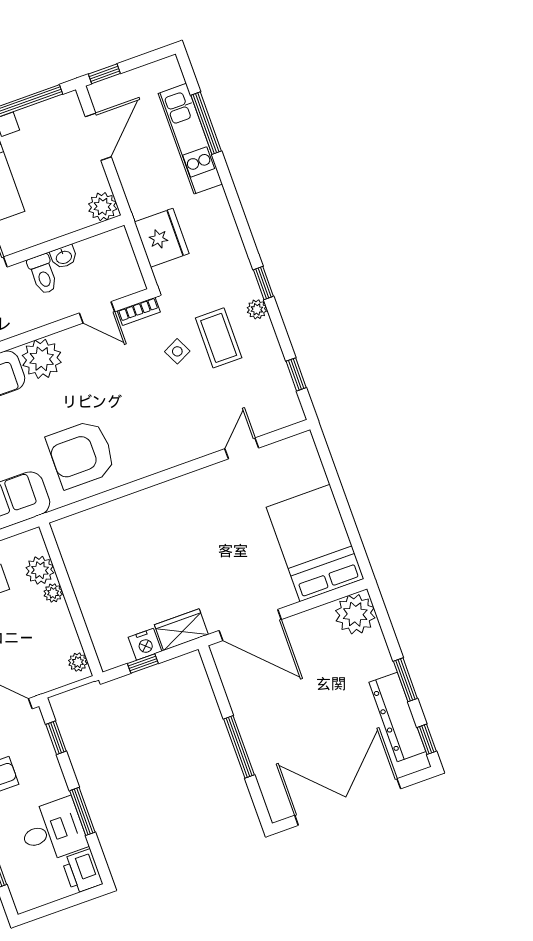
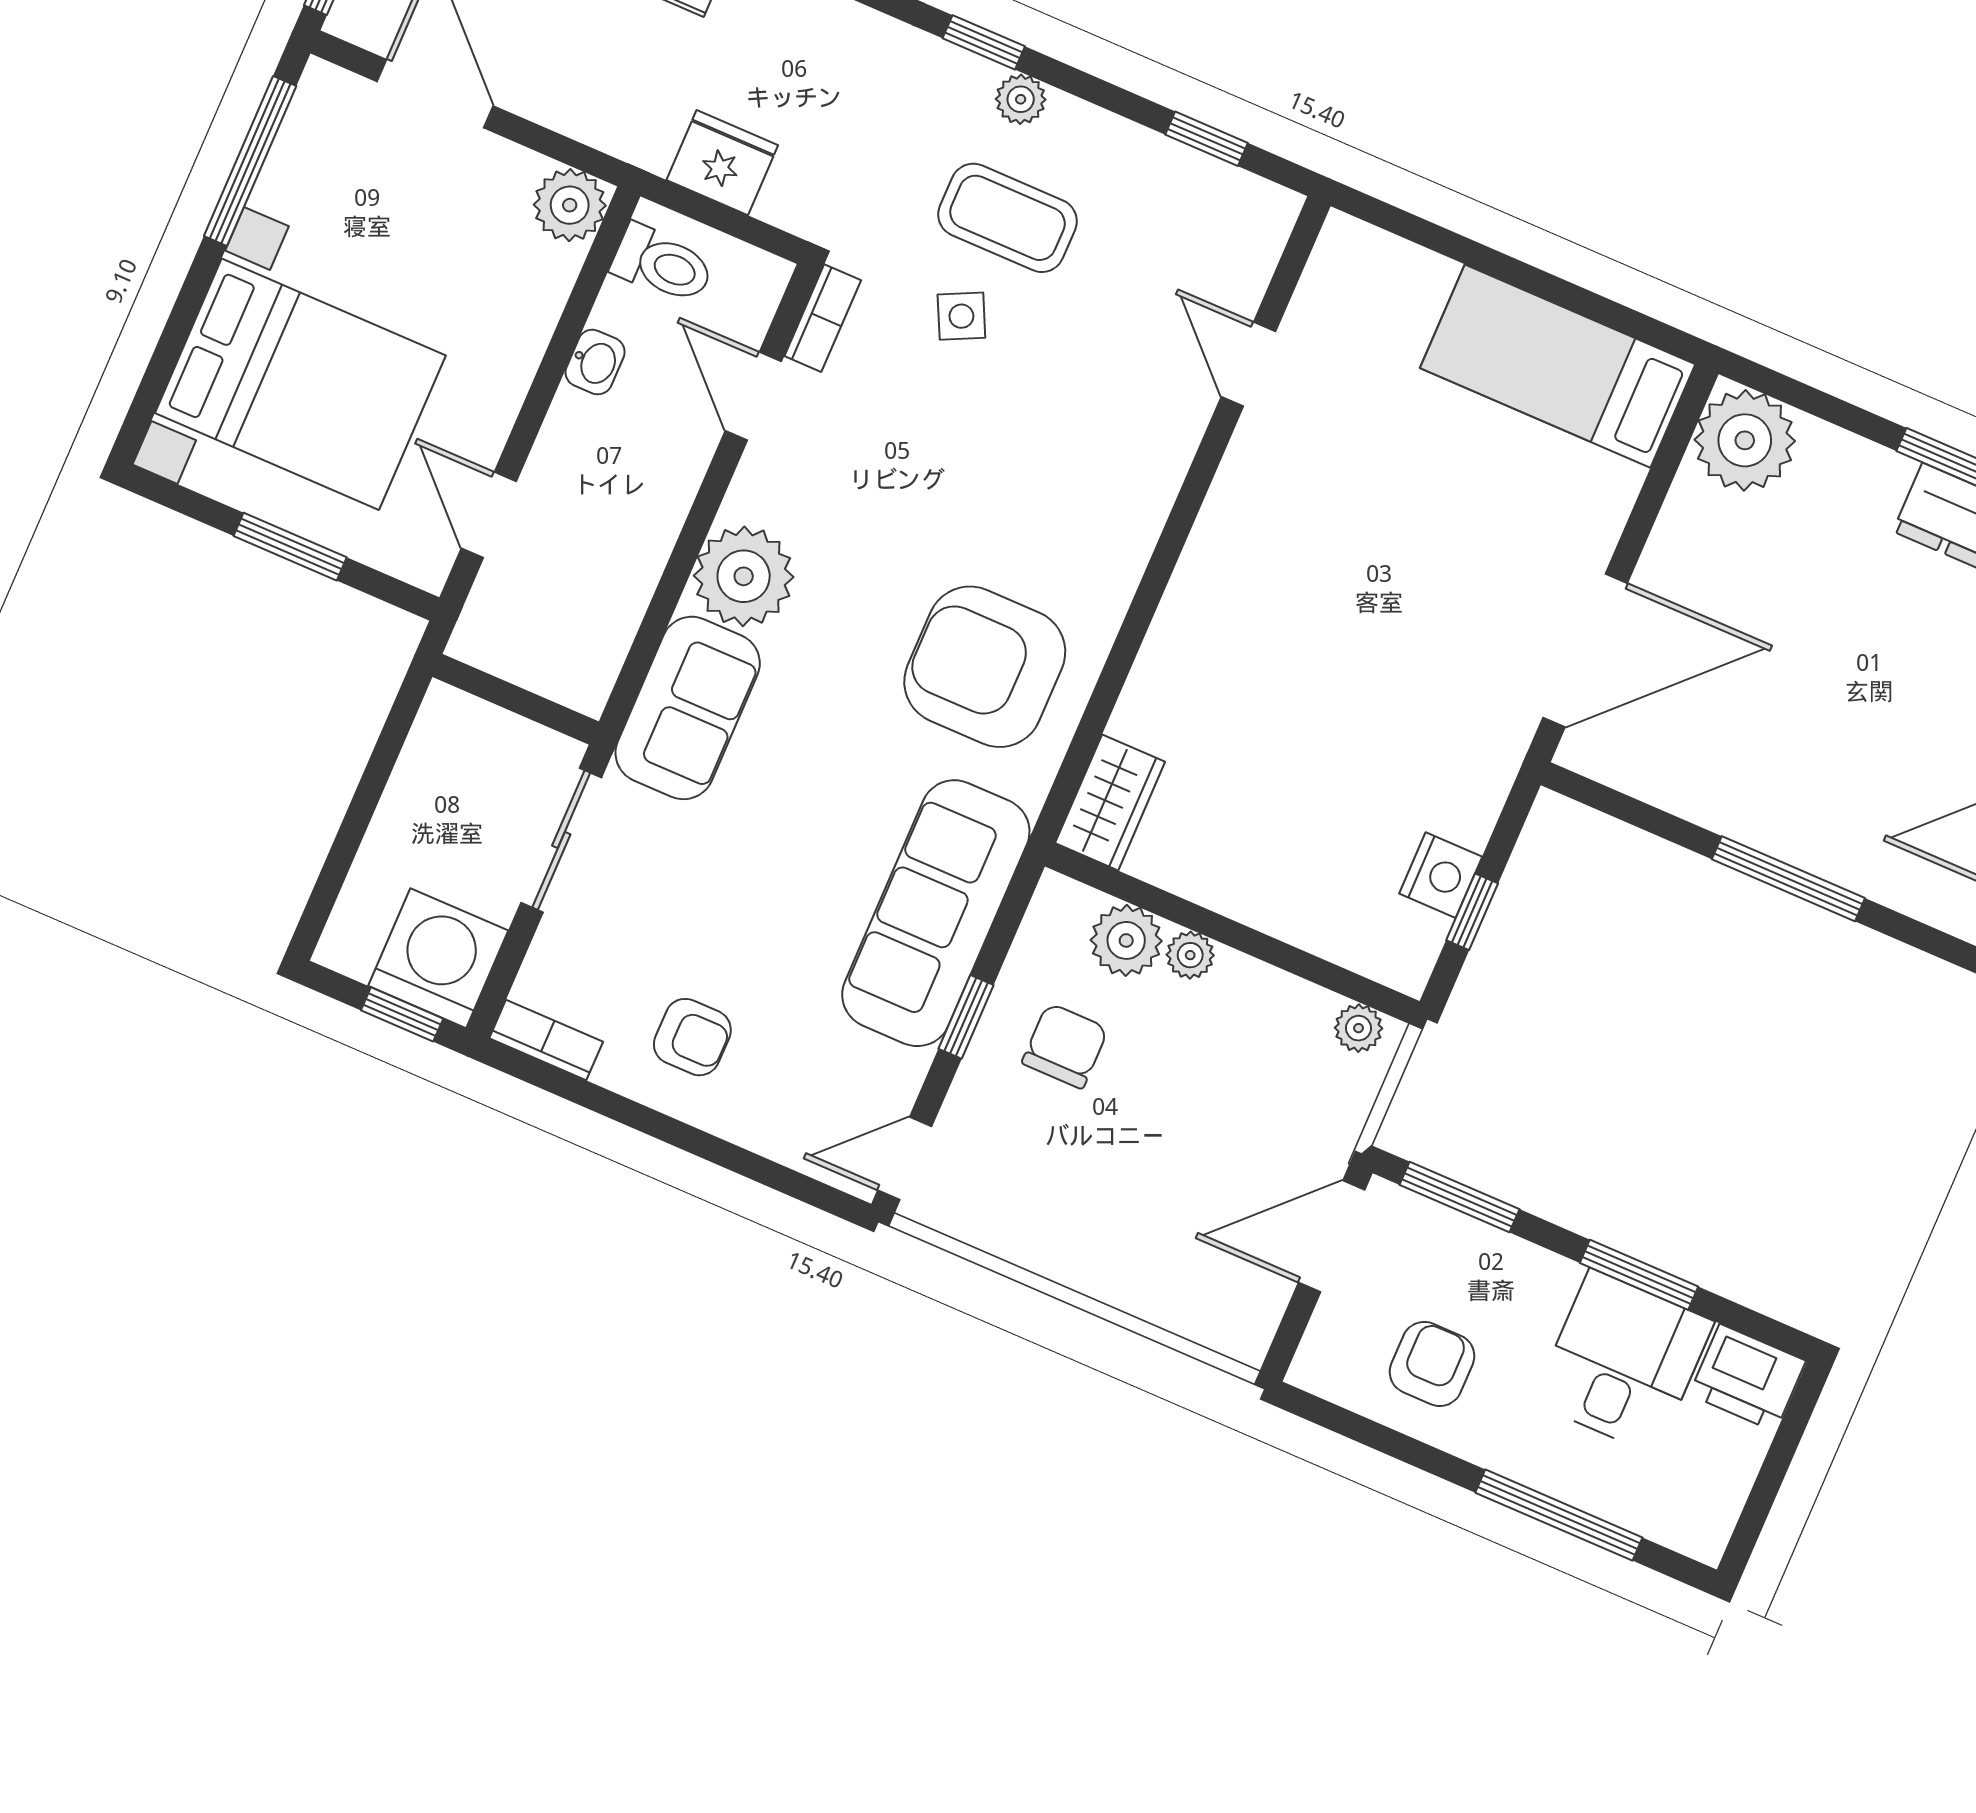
fridge: (162, 238) -> (722, 163), width x0.73, depth x0.75
toilet: (43, 274) -> (663, 264), moved
door: (97, 312) -> (753, 396), swing flipped
armchair: (81, 454) -> (985, 667), turned 90
bed: (315, 543) -> (1558, 366), width x0.67
wardrobe: (181, 630) -> (1110, 802), moved, turned 180
window: (56, 738) -> (1460, 1197), width x1.50

